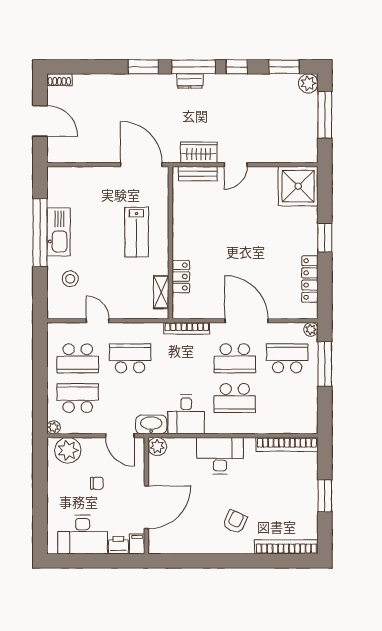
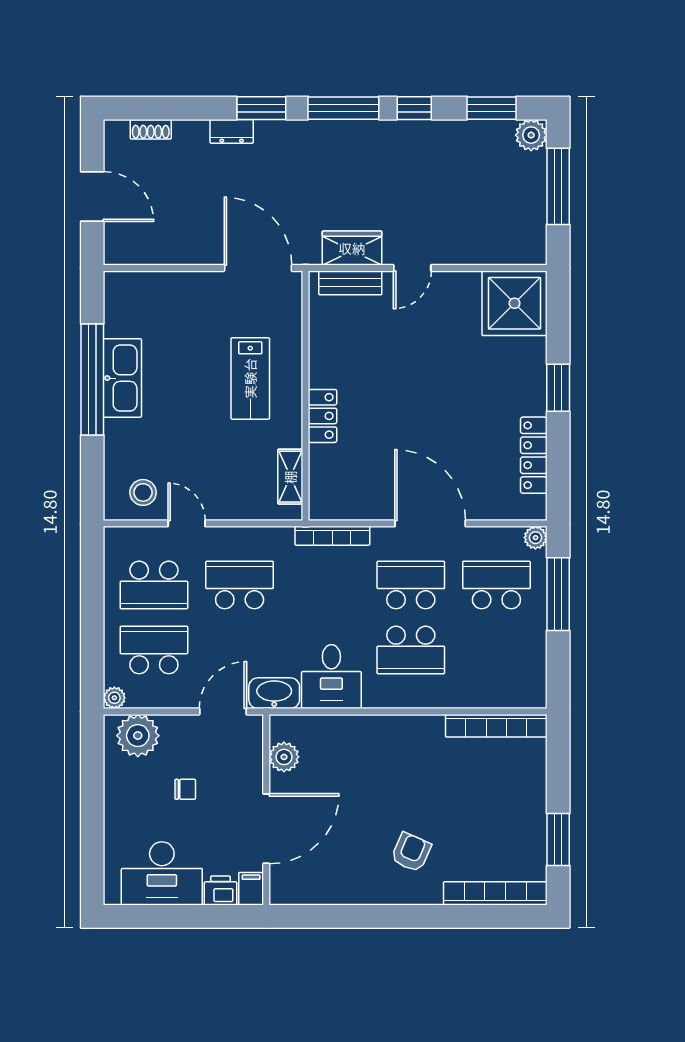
shoe rack: (59, 80) -> (151, 129), moved
dresser: (190, 81) -> (232, 131), moved
locker: (181, 277) -> (323, 416), moved
stool: (70, 279) -> (143, 492), moved
school desk: (235, 358) -> (411, 585), turned 180
door: (120, 436) -> (223, 711), swing flipped
plant: (157, 446) -> (284, 757), moved
desk: (220, 456) -> (387, 744), removed
window: (325, 496) -> (558, 839), moved

